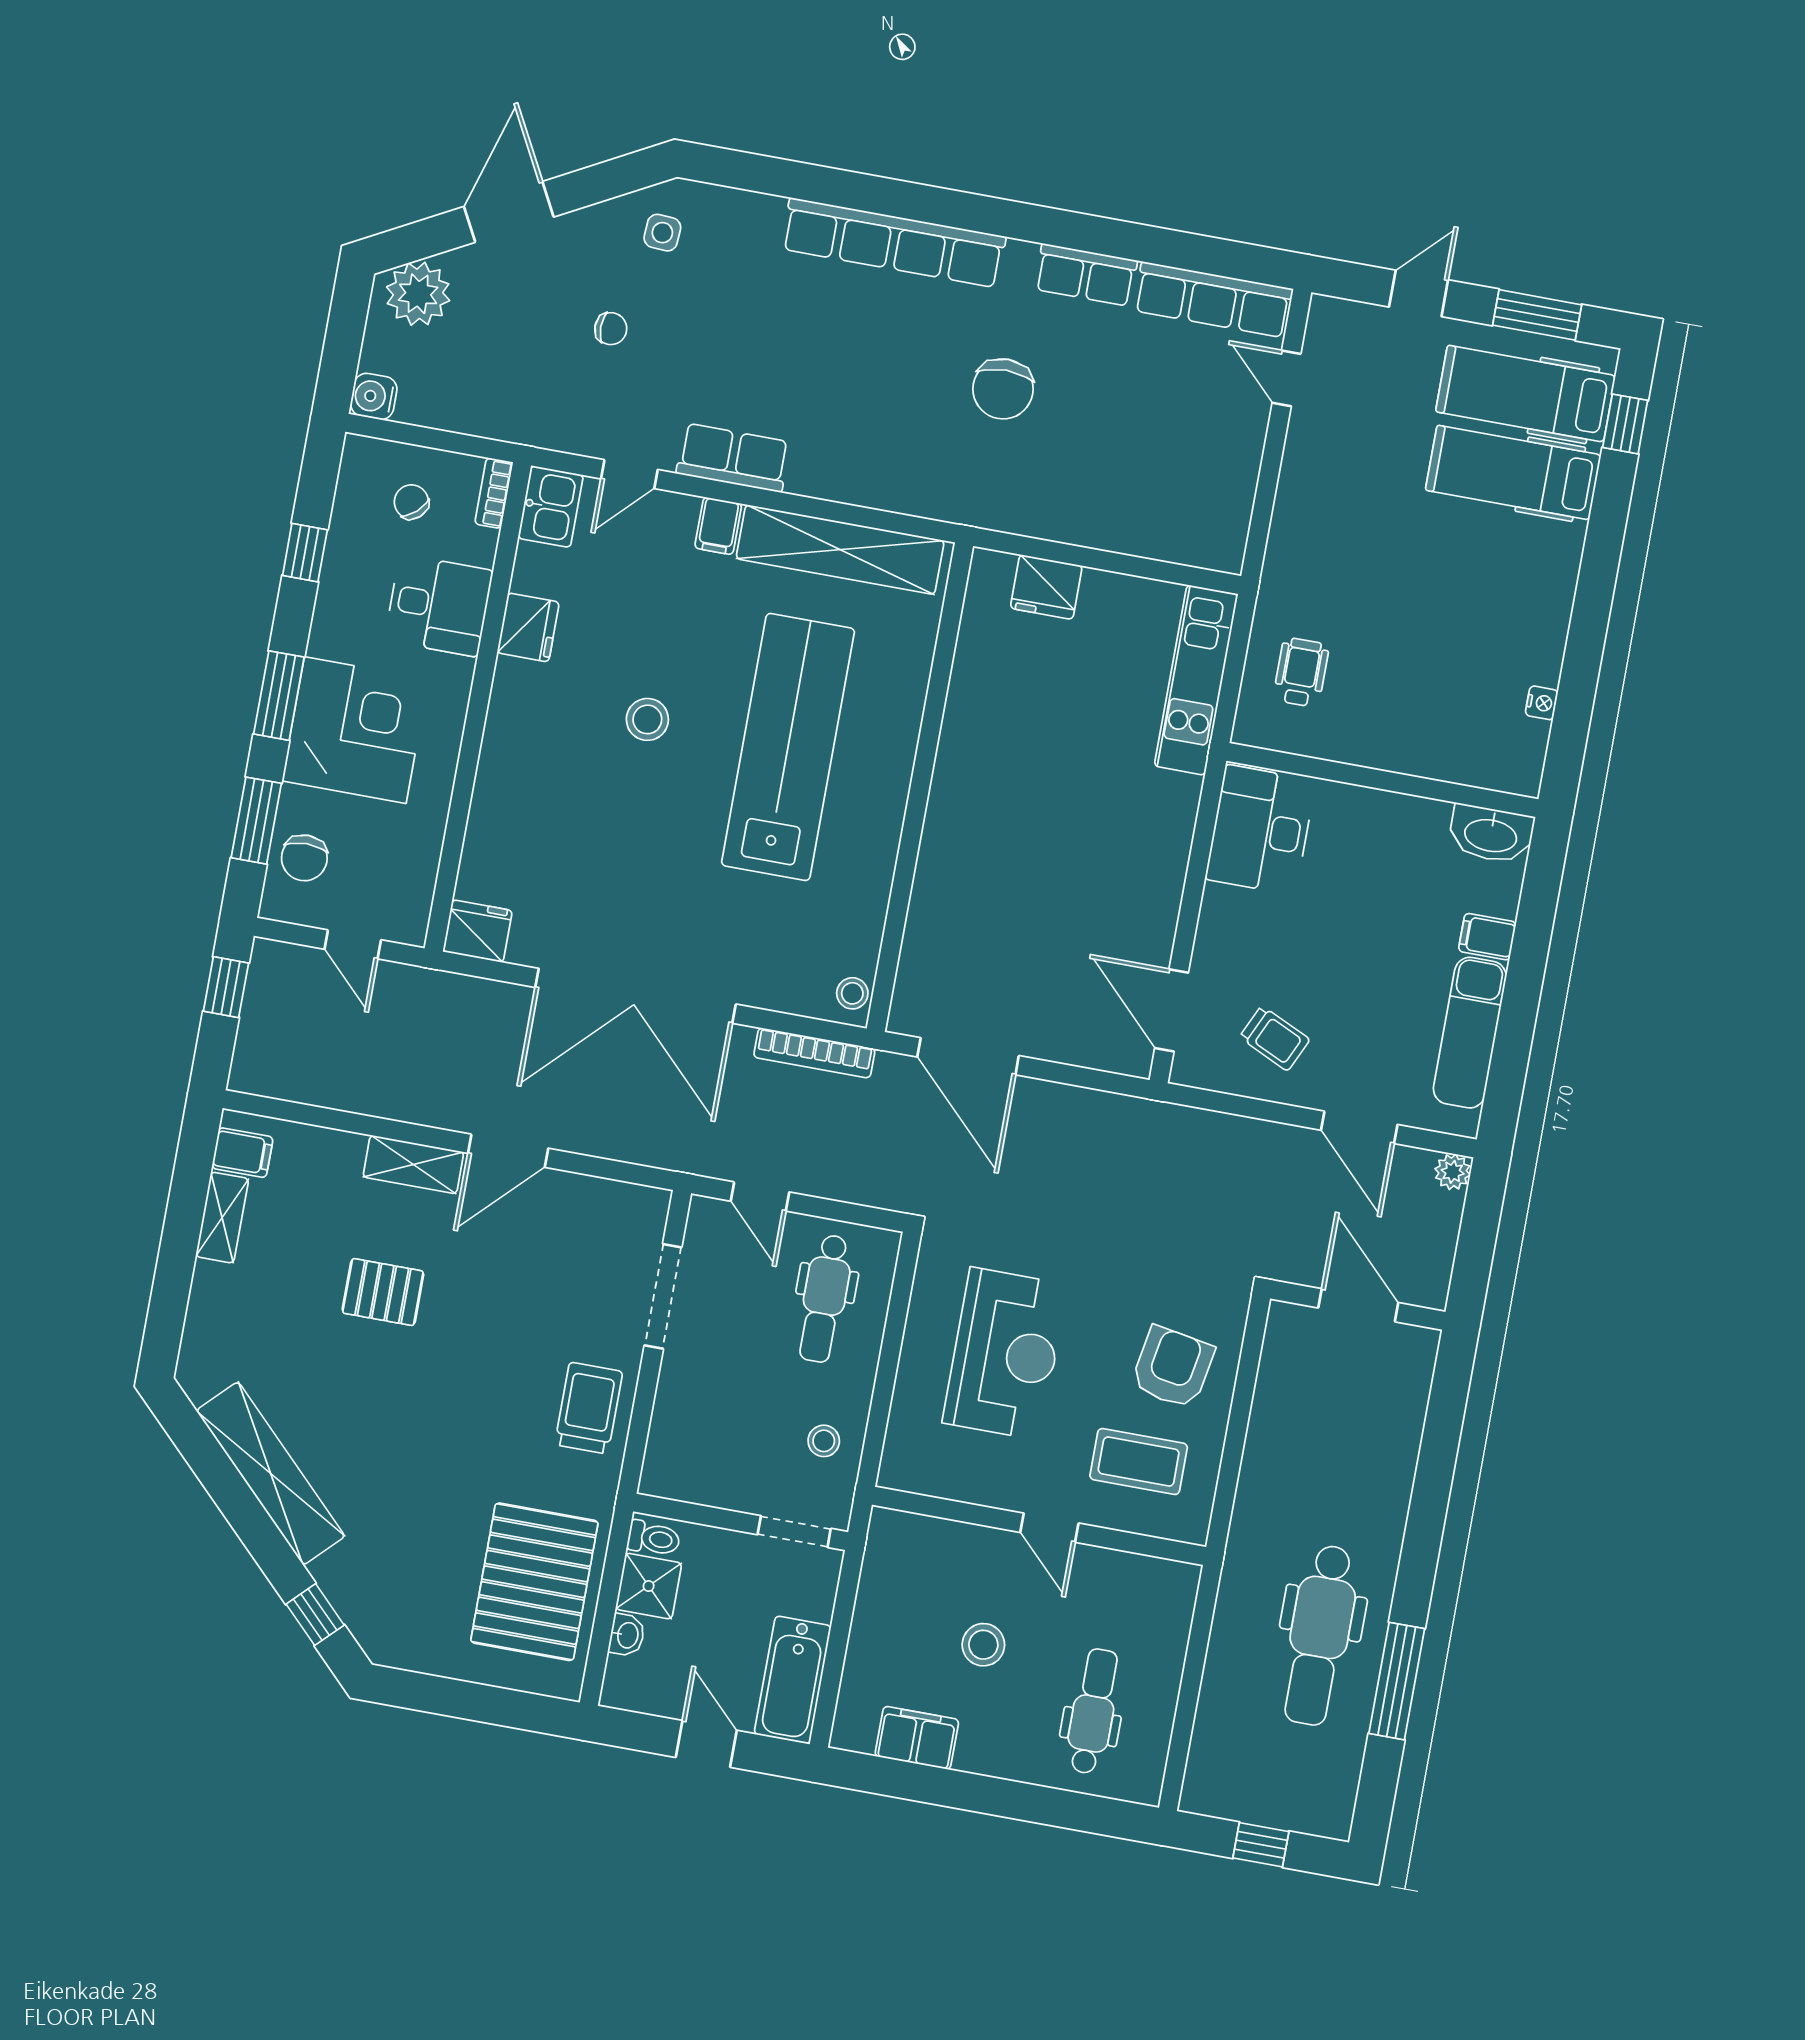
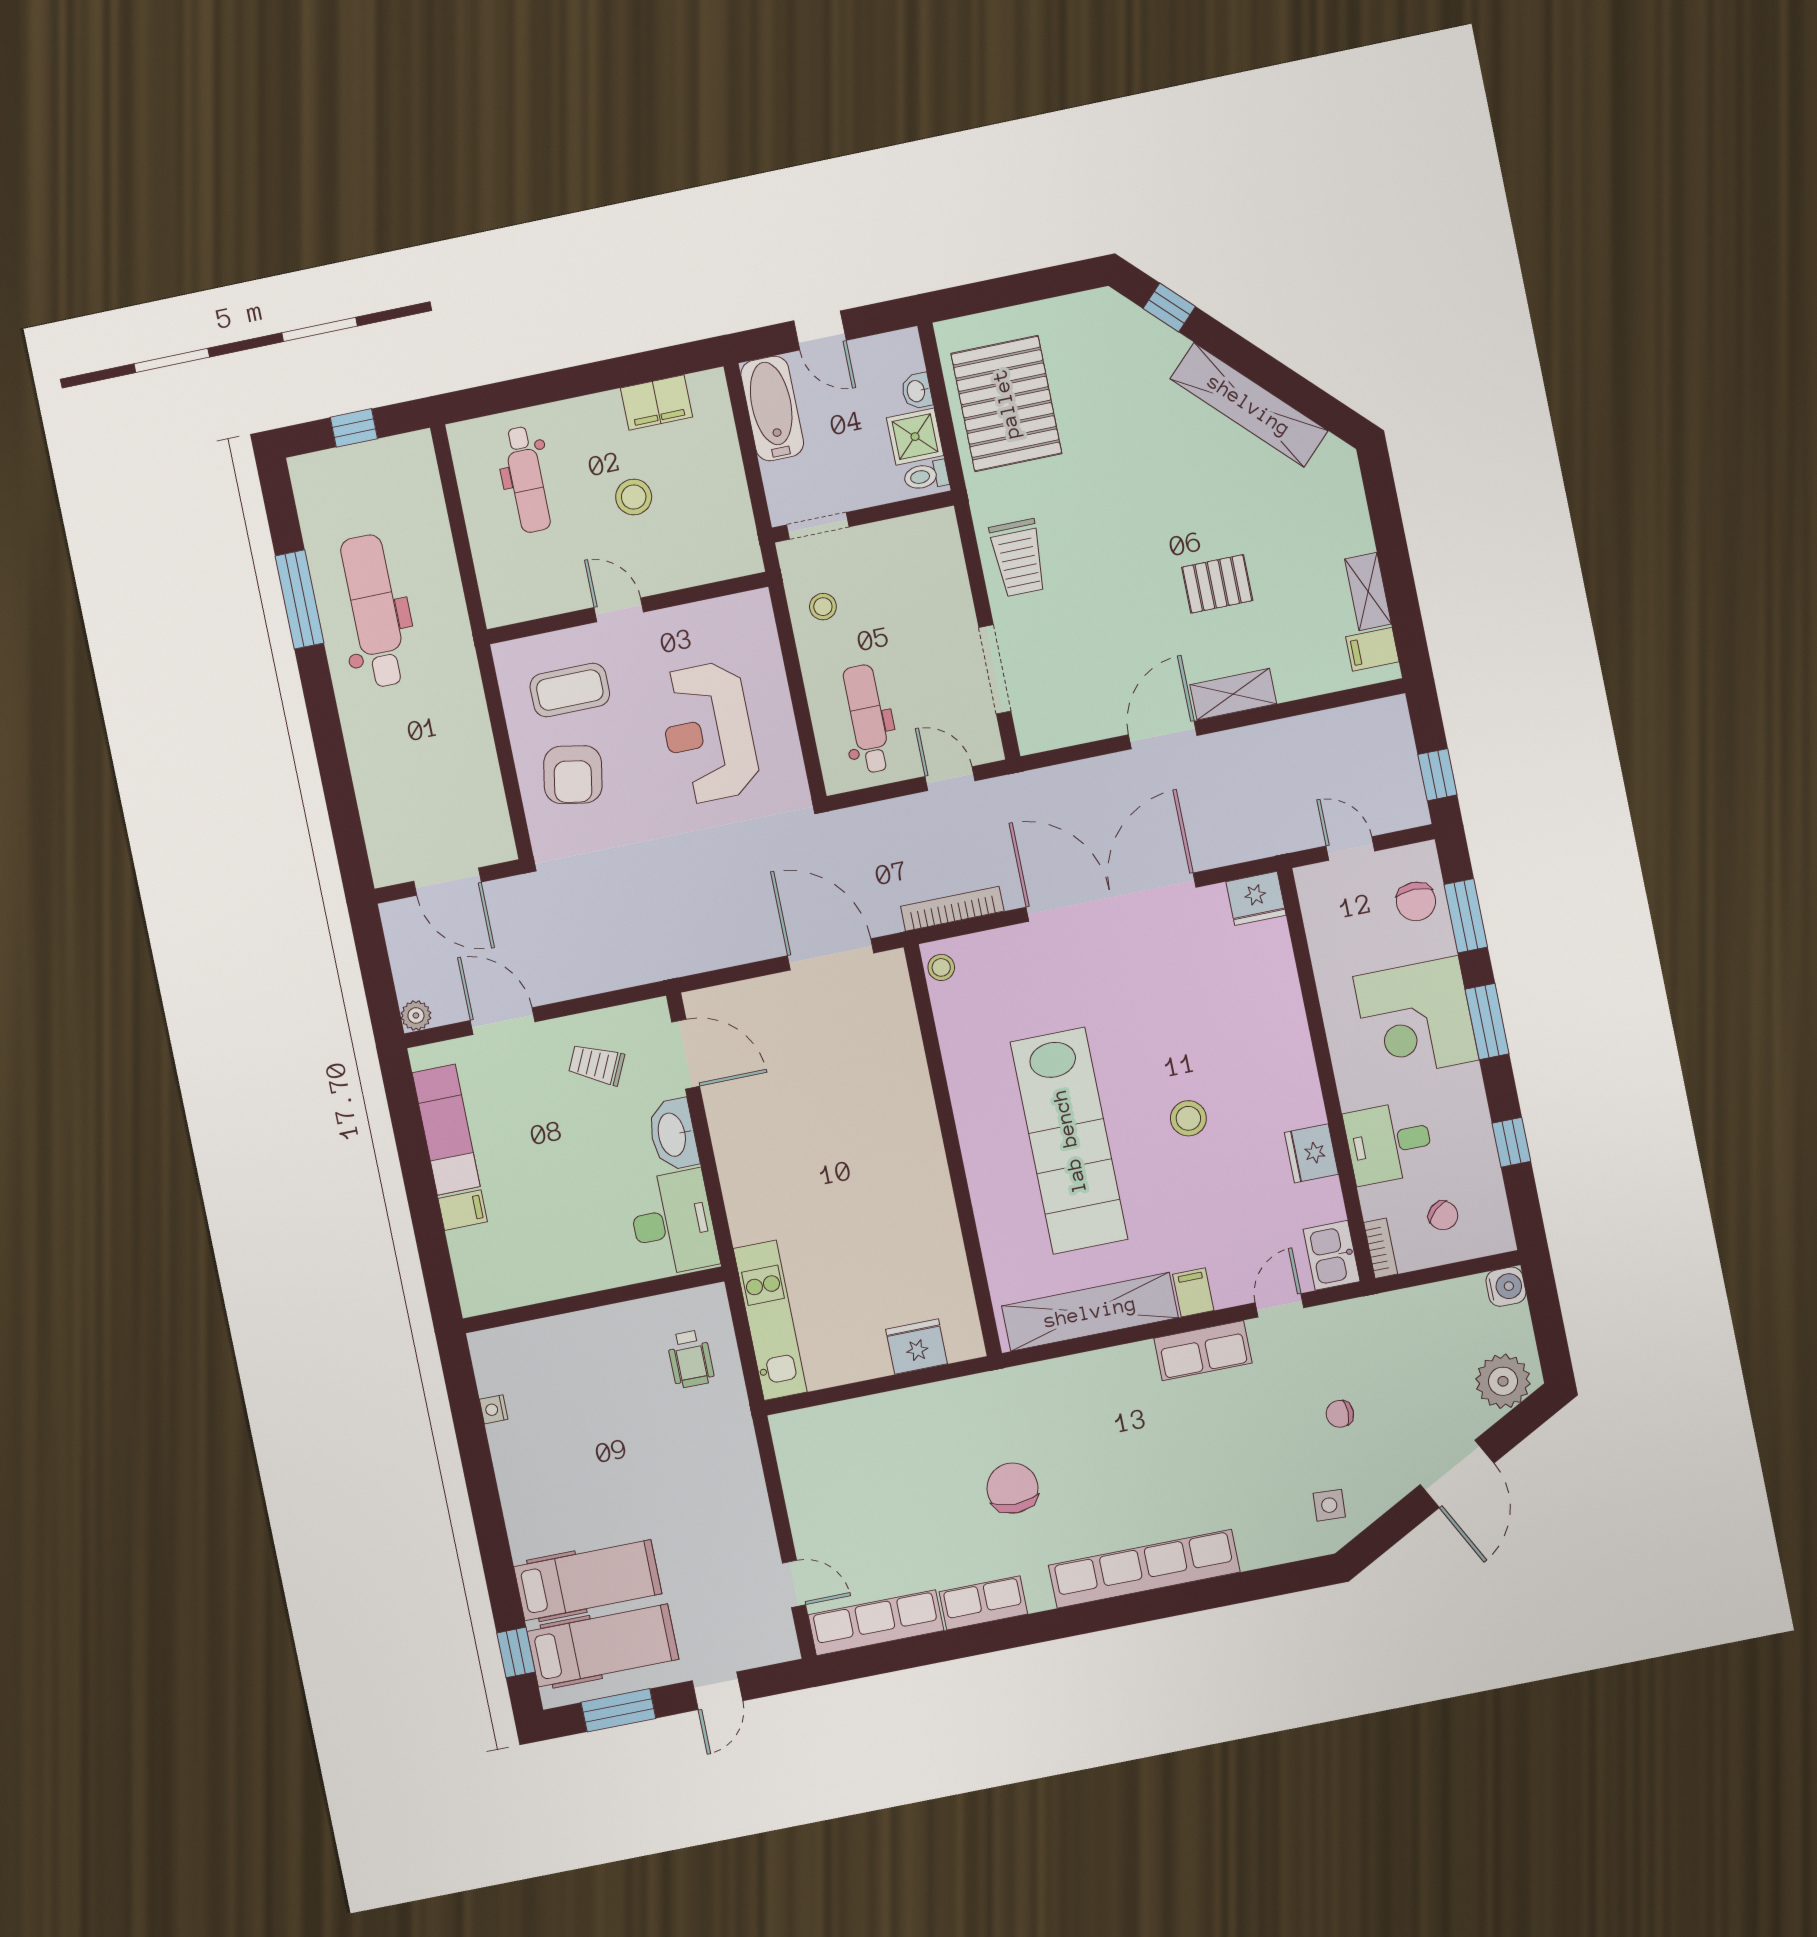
washbasin: (1491, 834) -> (673, 1134), moved, turned -90
chair: (304, 858) -> (1416, 901), turned 180

